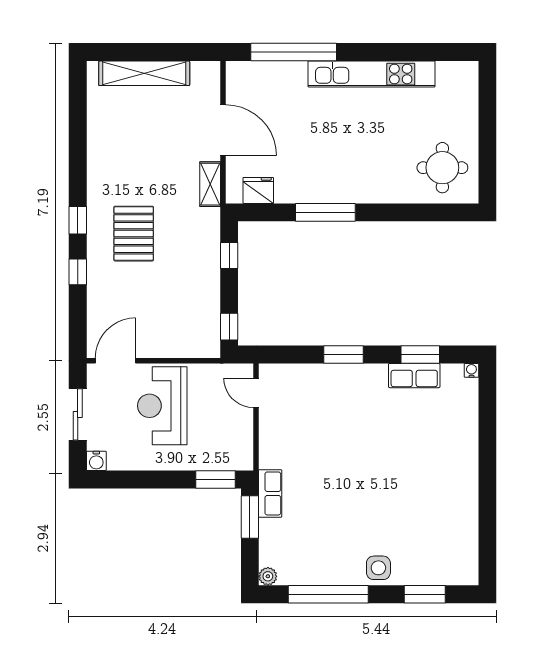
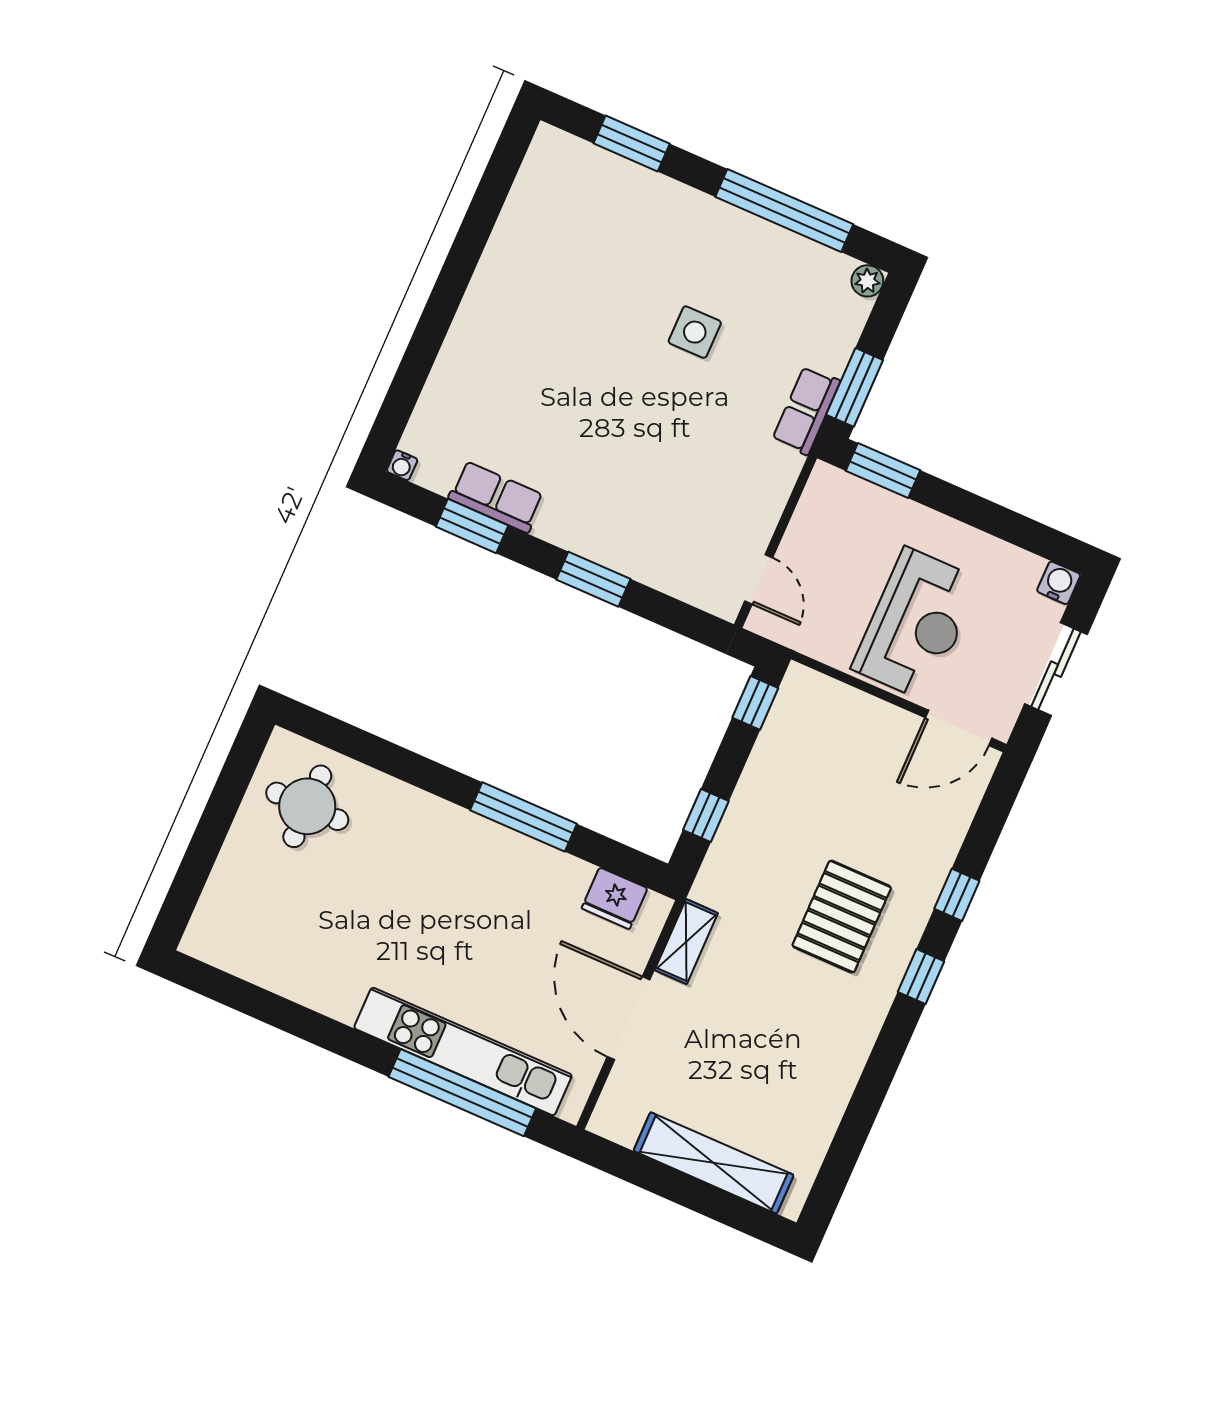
kitchen unit: (372, 74) -> (463, 1051), moved
side table: (378, 568) -> (695, 332), moved

